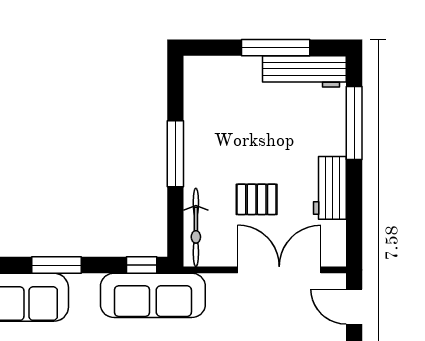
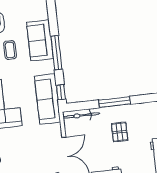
pallet: (257, 199) -> (120, 132), moved
window: (57, 265) -> (56, 53), width x1.44

